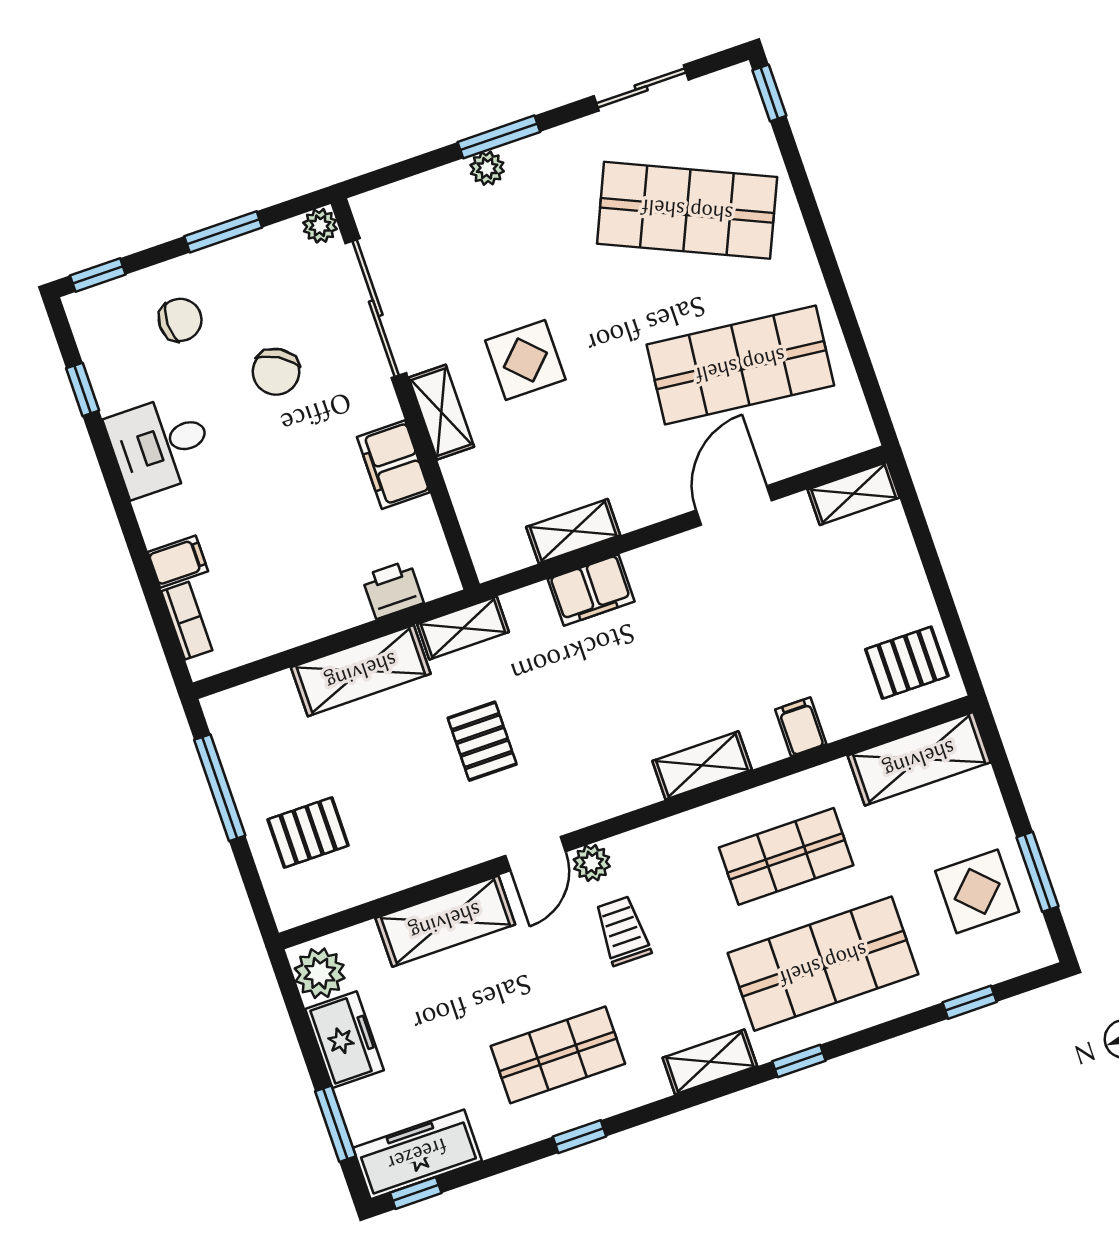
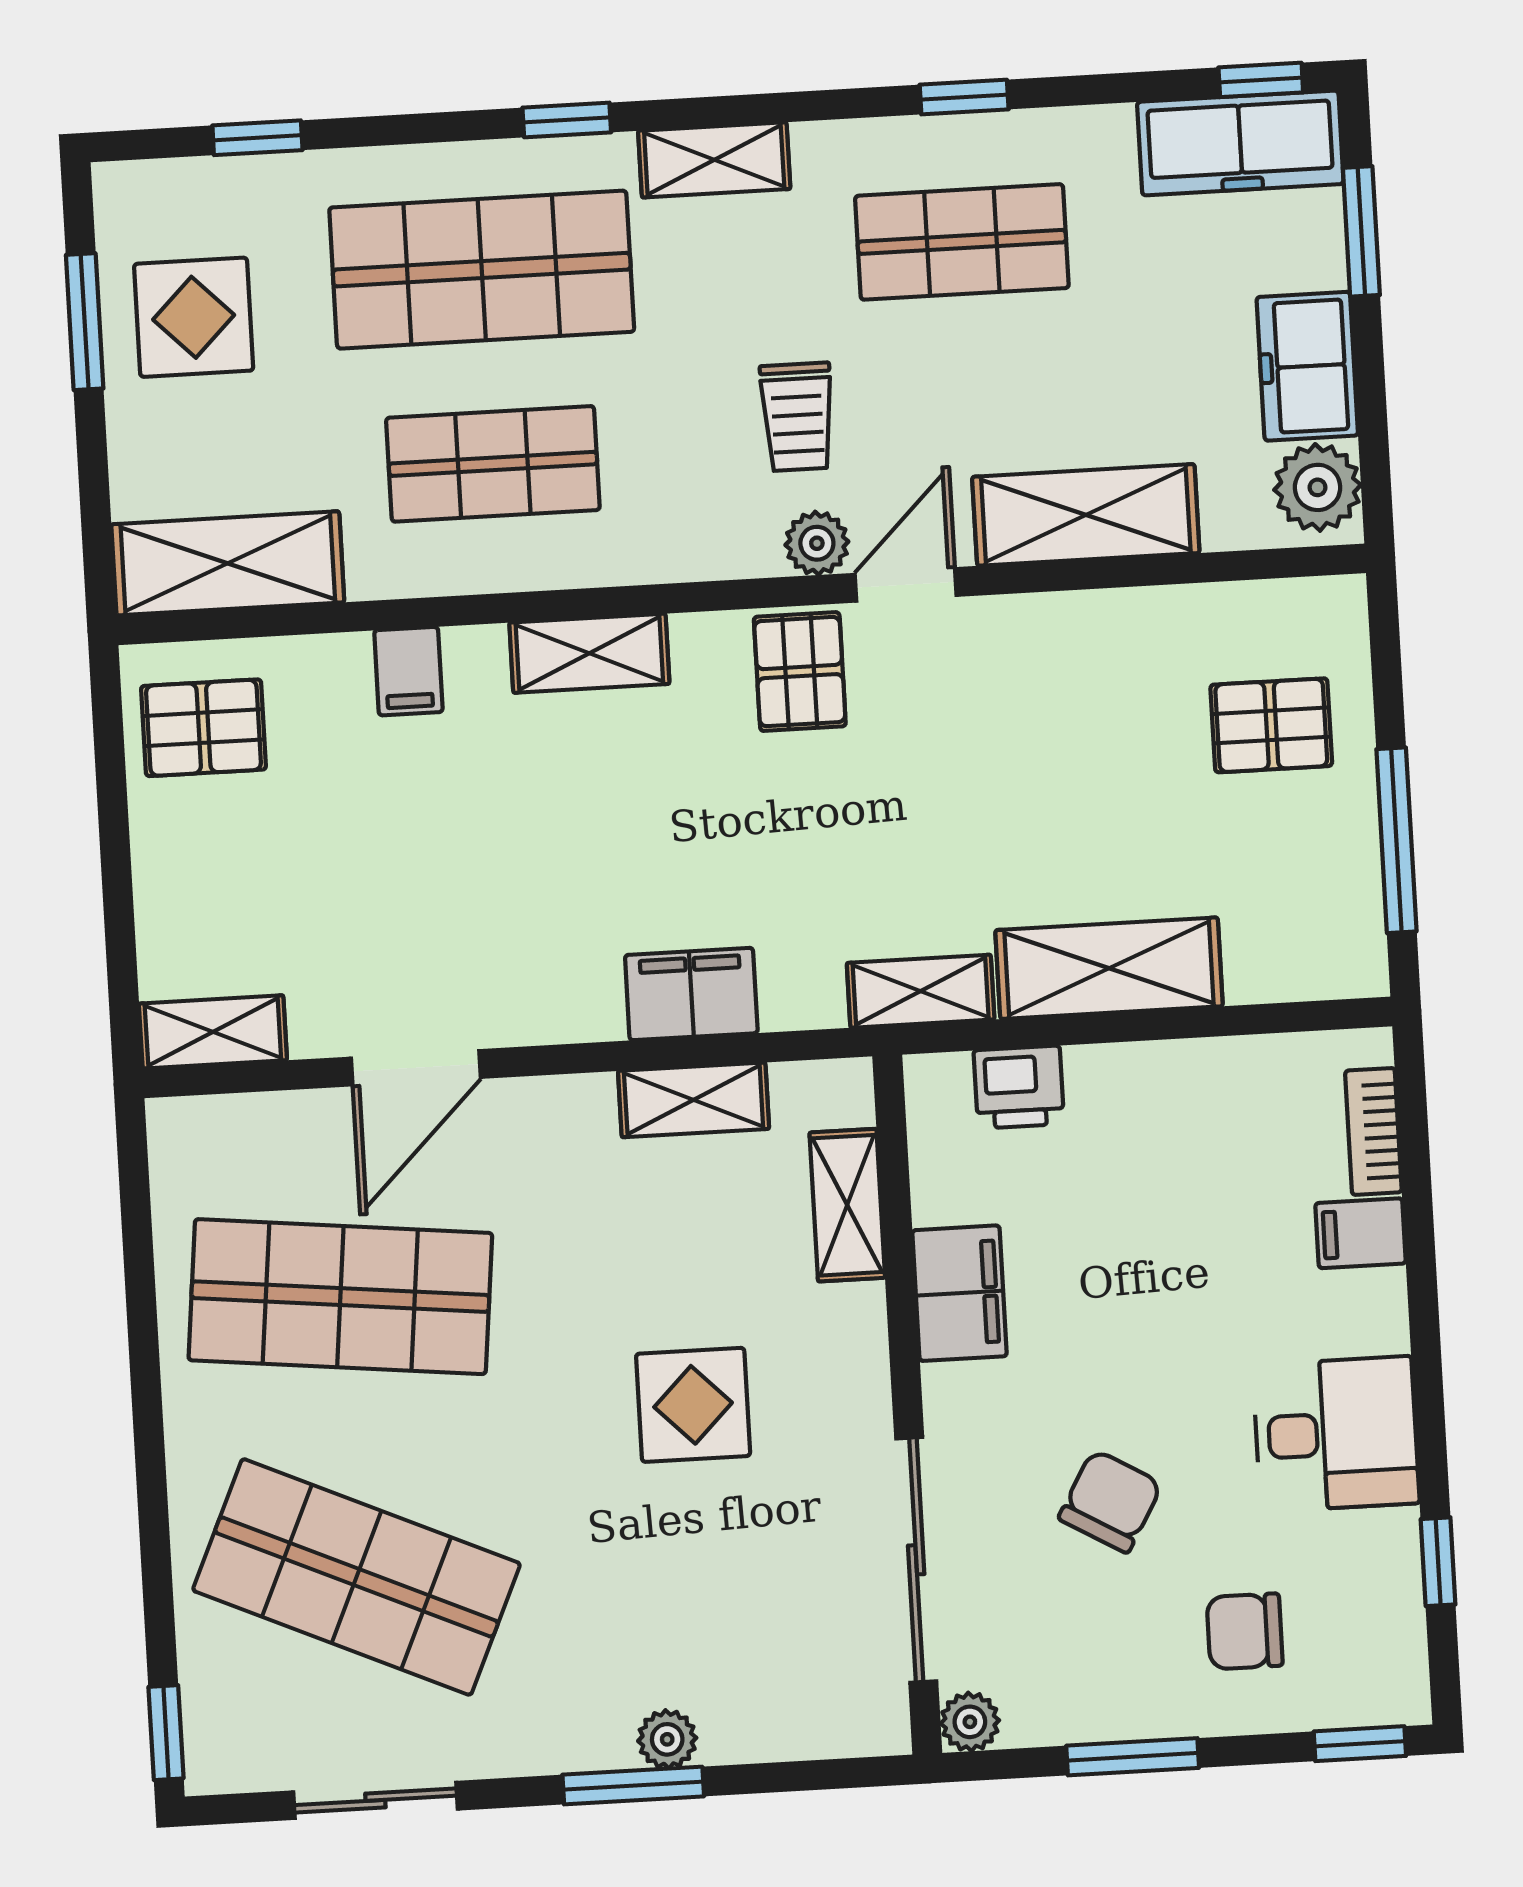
shelving: (441, 412) -> (847, 1205), moved
pallet: (482, 741) -> (800, 672), moved

